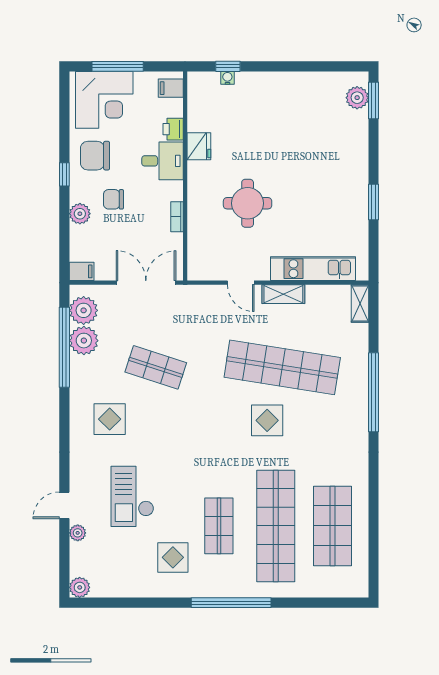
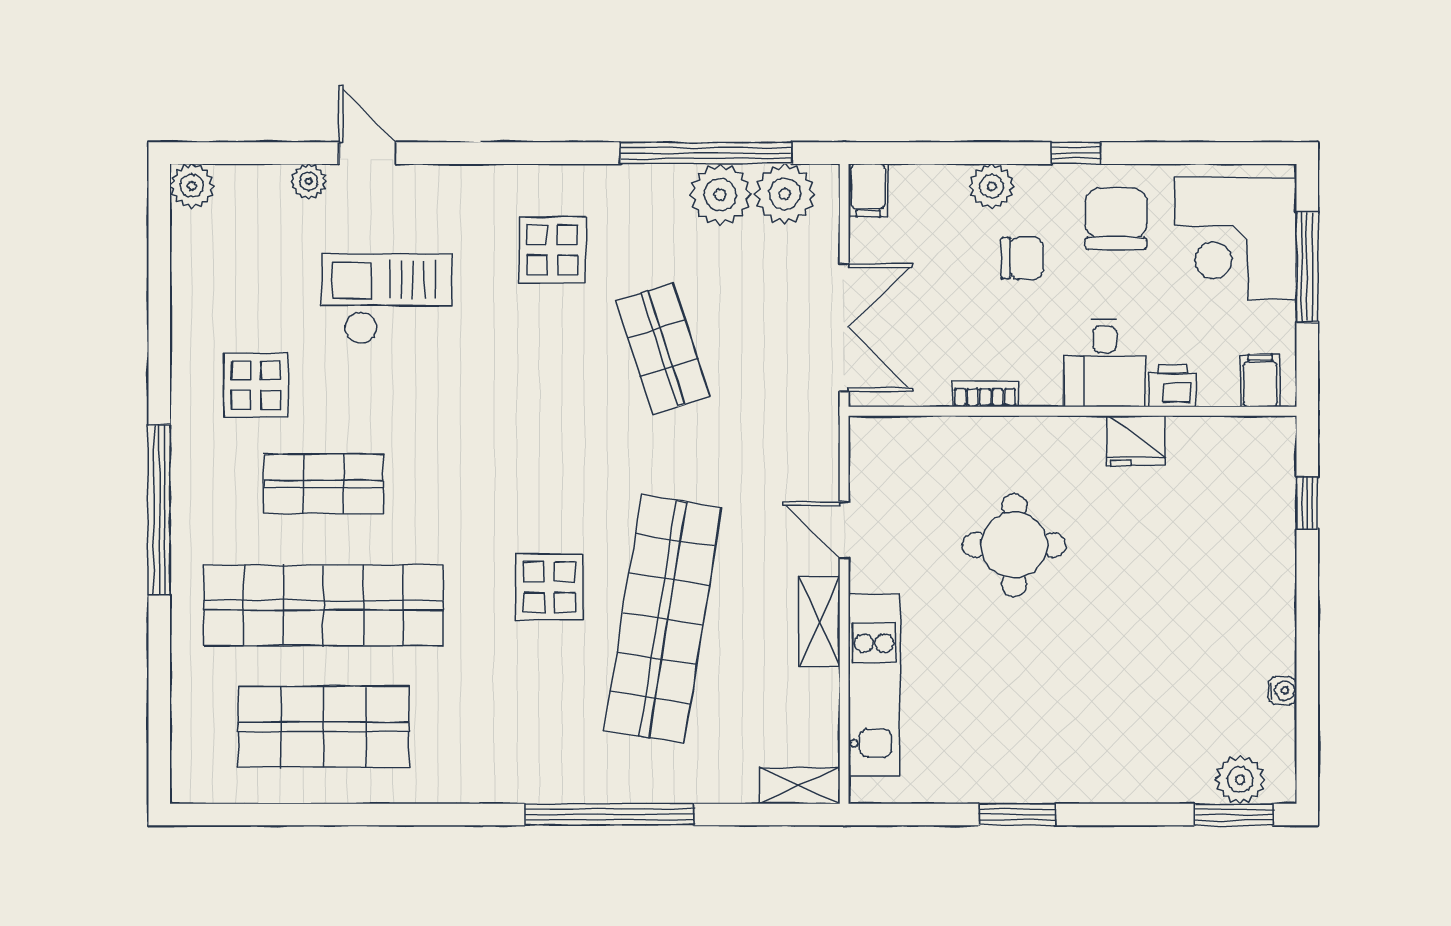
water cooler: (227, 78) -> (1282, 691), moved
chair: (113, 199) -> (1022, 258), turned 90
door: (241, 283) -> (844, 530), hinge flipped
shop shelf: (156, 367) -> (663, 349), turned -36

